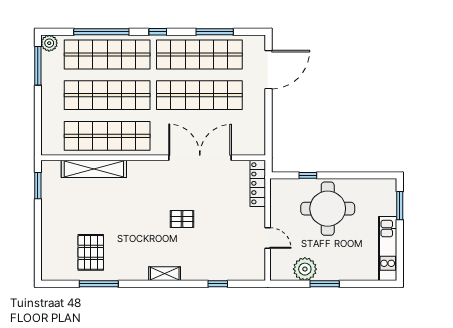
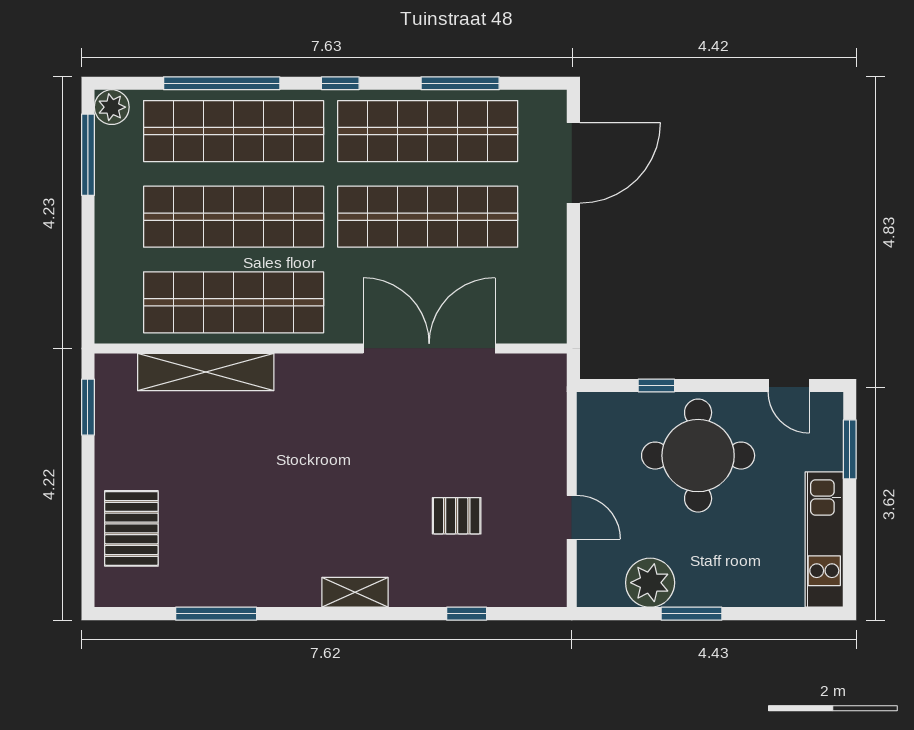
door: (371, 175) -> (789, 385), added
locker: (258, 183) -> (551, 402), removed
pallet: (182, 219) -> (457, 516), moved
pallet: (91, 252) -> (131, 528), moved

